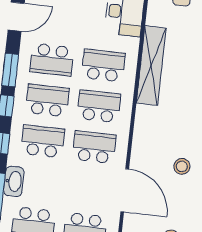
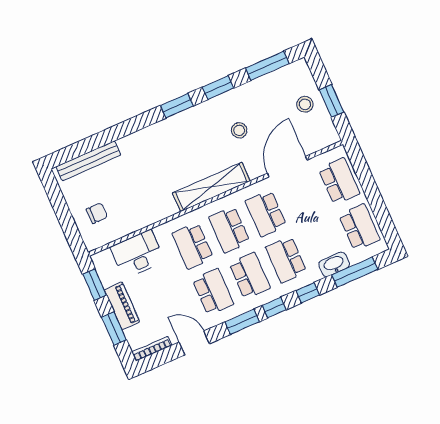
shelving: (151, 65) -> (211, 187), moved
school desk: (47, 100) -> (250, 276), turned 180

